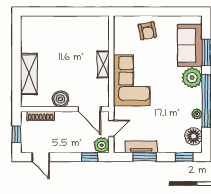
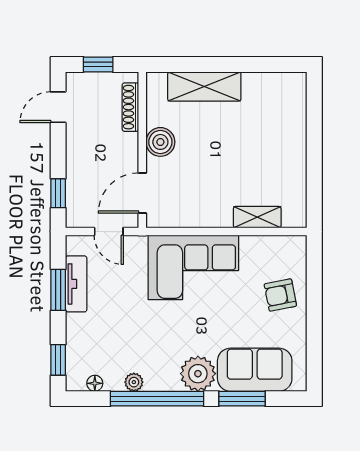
shelving: (103, 64) -> (257, 217), moved
floor lamp: (193, 136) -> (95, 383), width x0.53, depth x0.53
plant: (102, 145) -> (79, 214), removed

